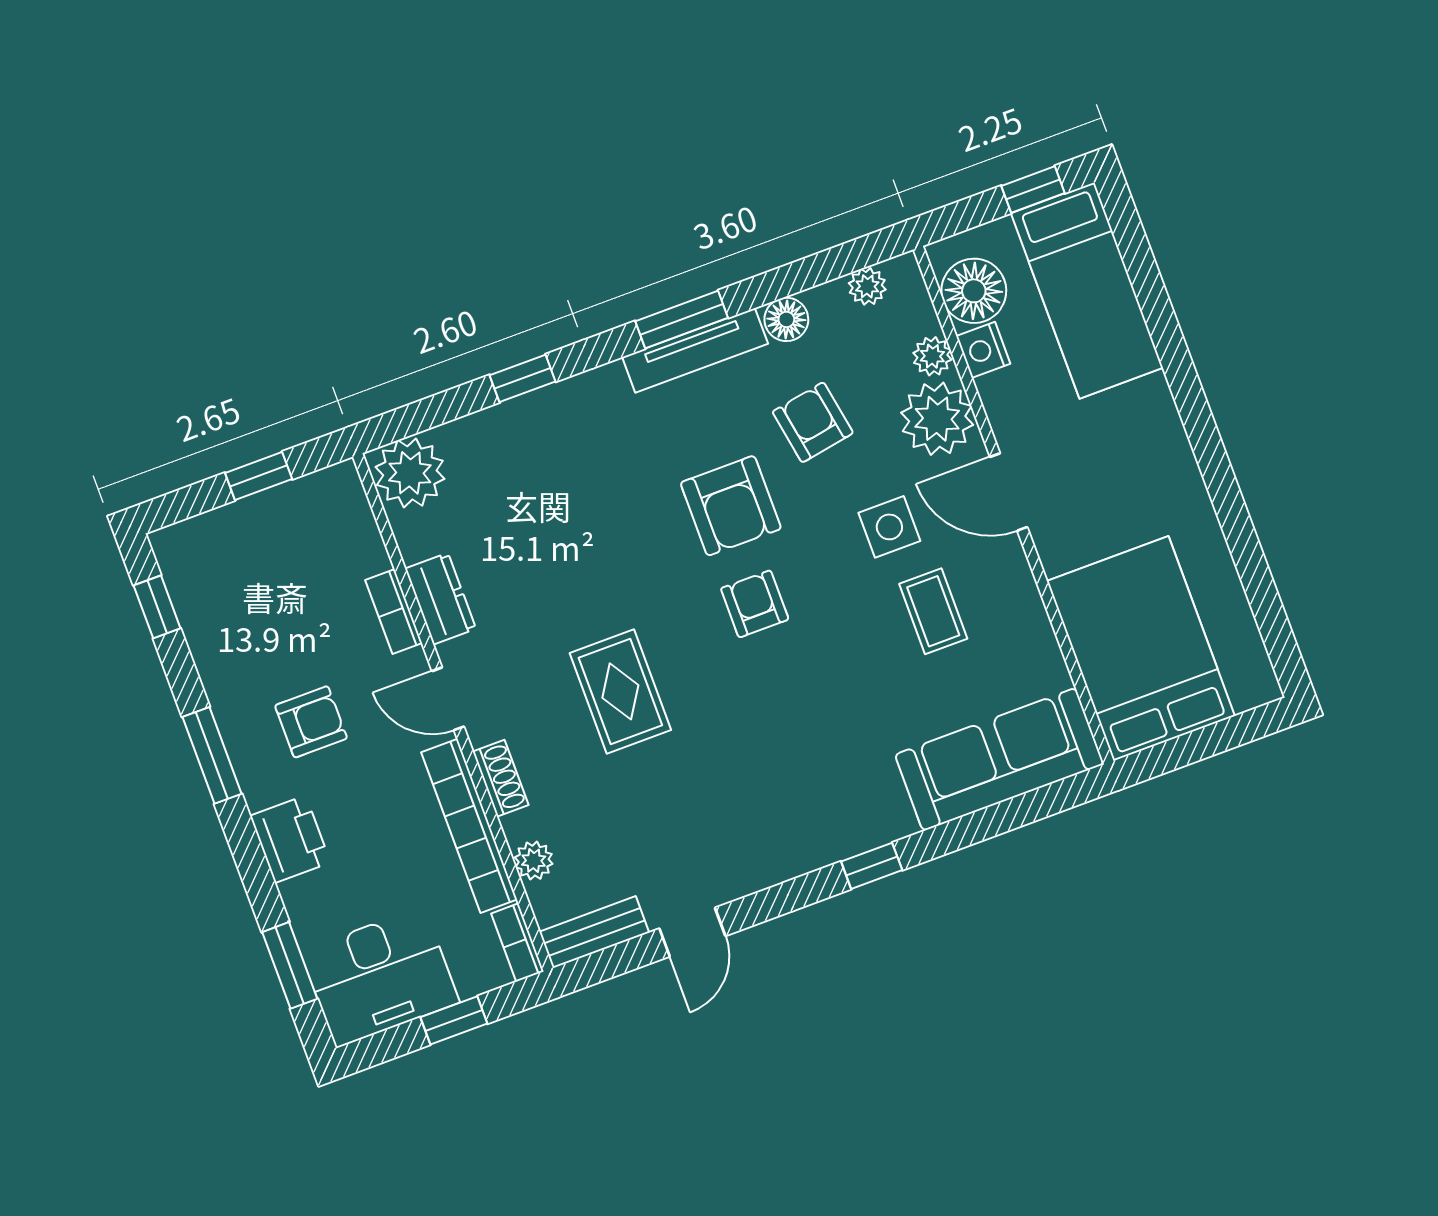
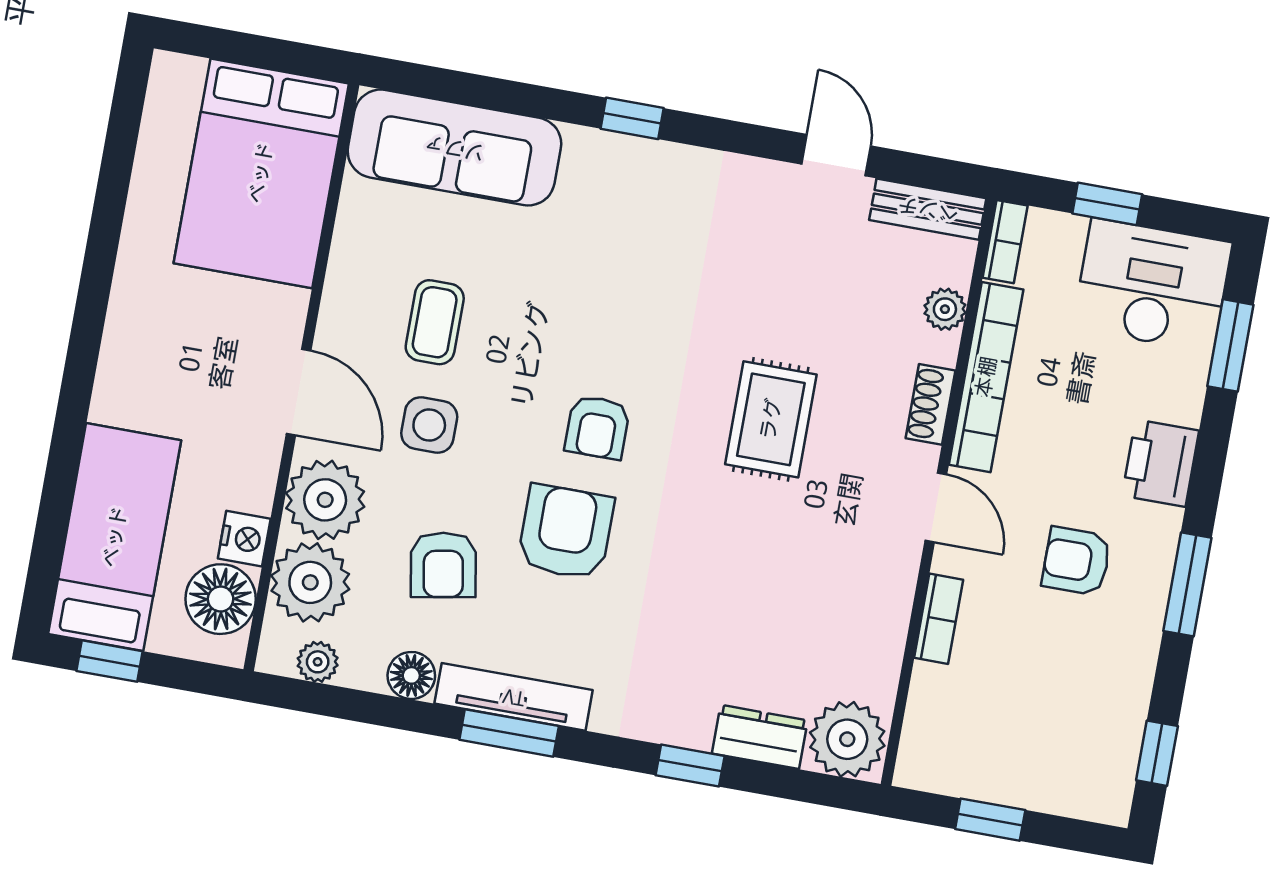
plant: (932, 356) -> (310, 582), width x1.87, depth x1.87
dresser: (441, 599) -> (760, 737), moved, turned 90
door: (692, 932) -> (836, 155), hinge flipped

